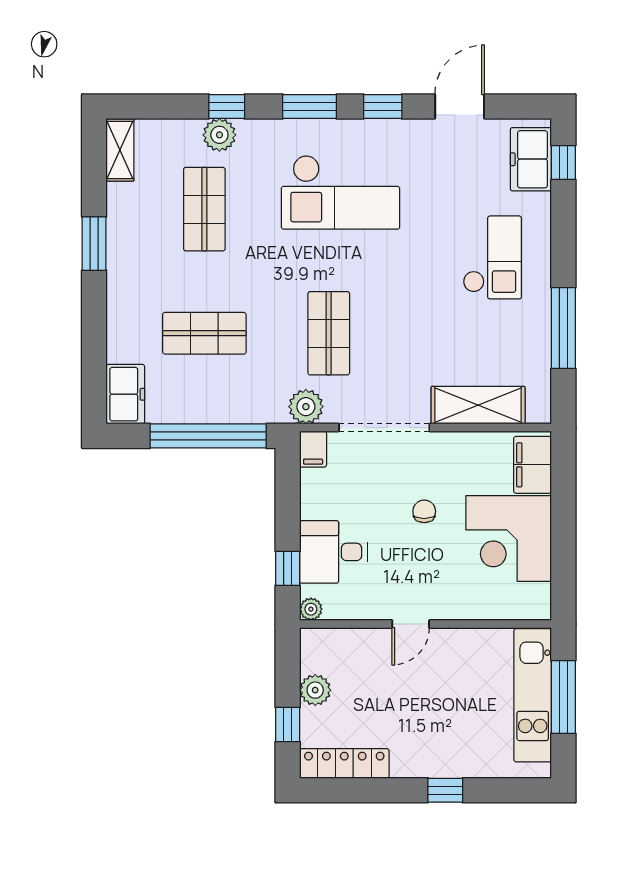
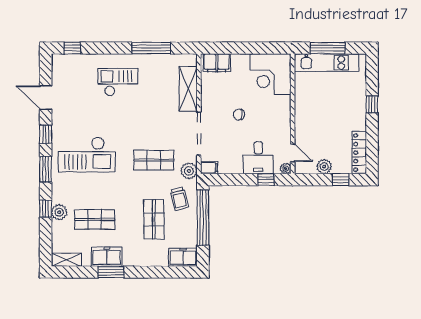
freezer: (531, 159) -> (107, 257), moved, turned 180
checkout: (341, 192) -> (87, 154), turned 90
trolley: (248, 387) -> (179, 199), added
corner desk: (509, 538) -> (271, 74), moved, turned 90
door: (411, 624) -> (293, 153), moved

